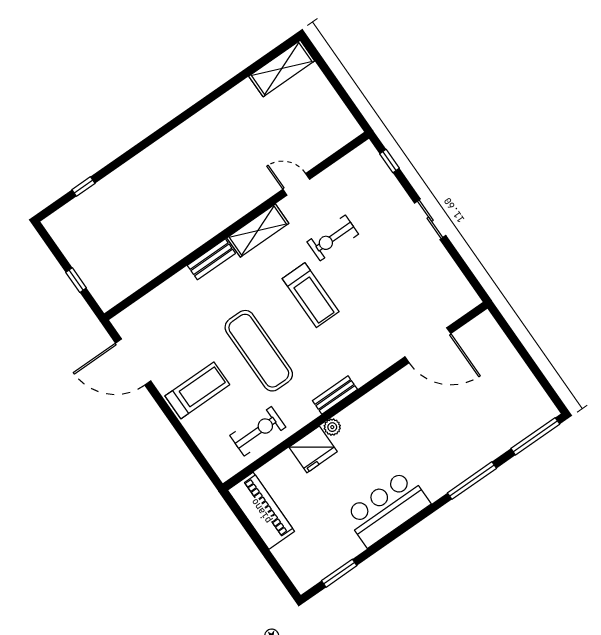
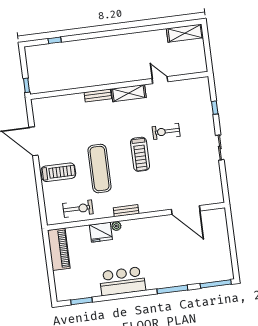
door: (296, 184) -> (160, 80), moved
wall: (237, 226) -> (119, 85), moved
shelving: (258, 231) -> (129, 93), moved
bench: (211, 259) -> (98, 95), moved

